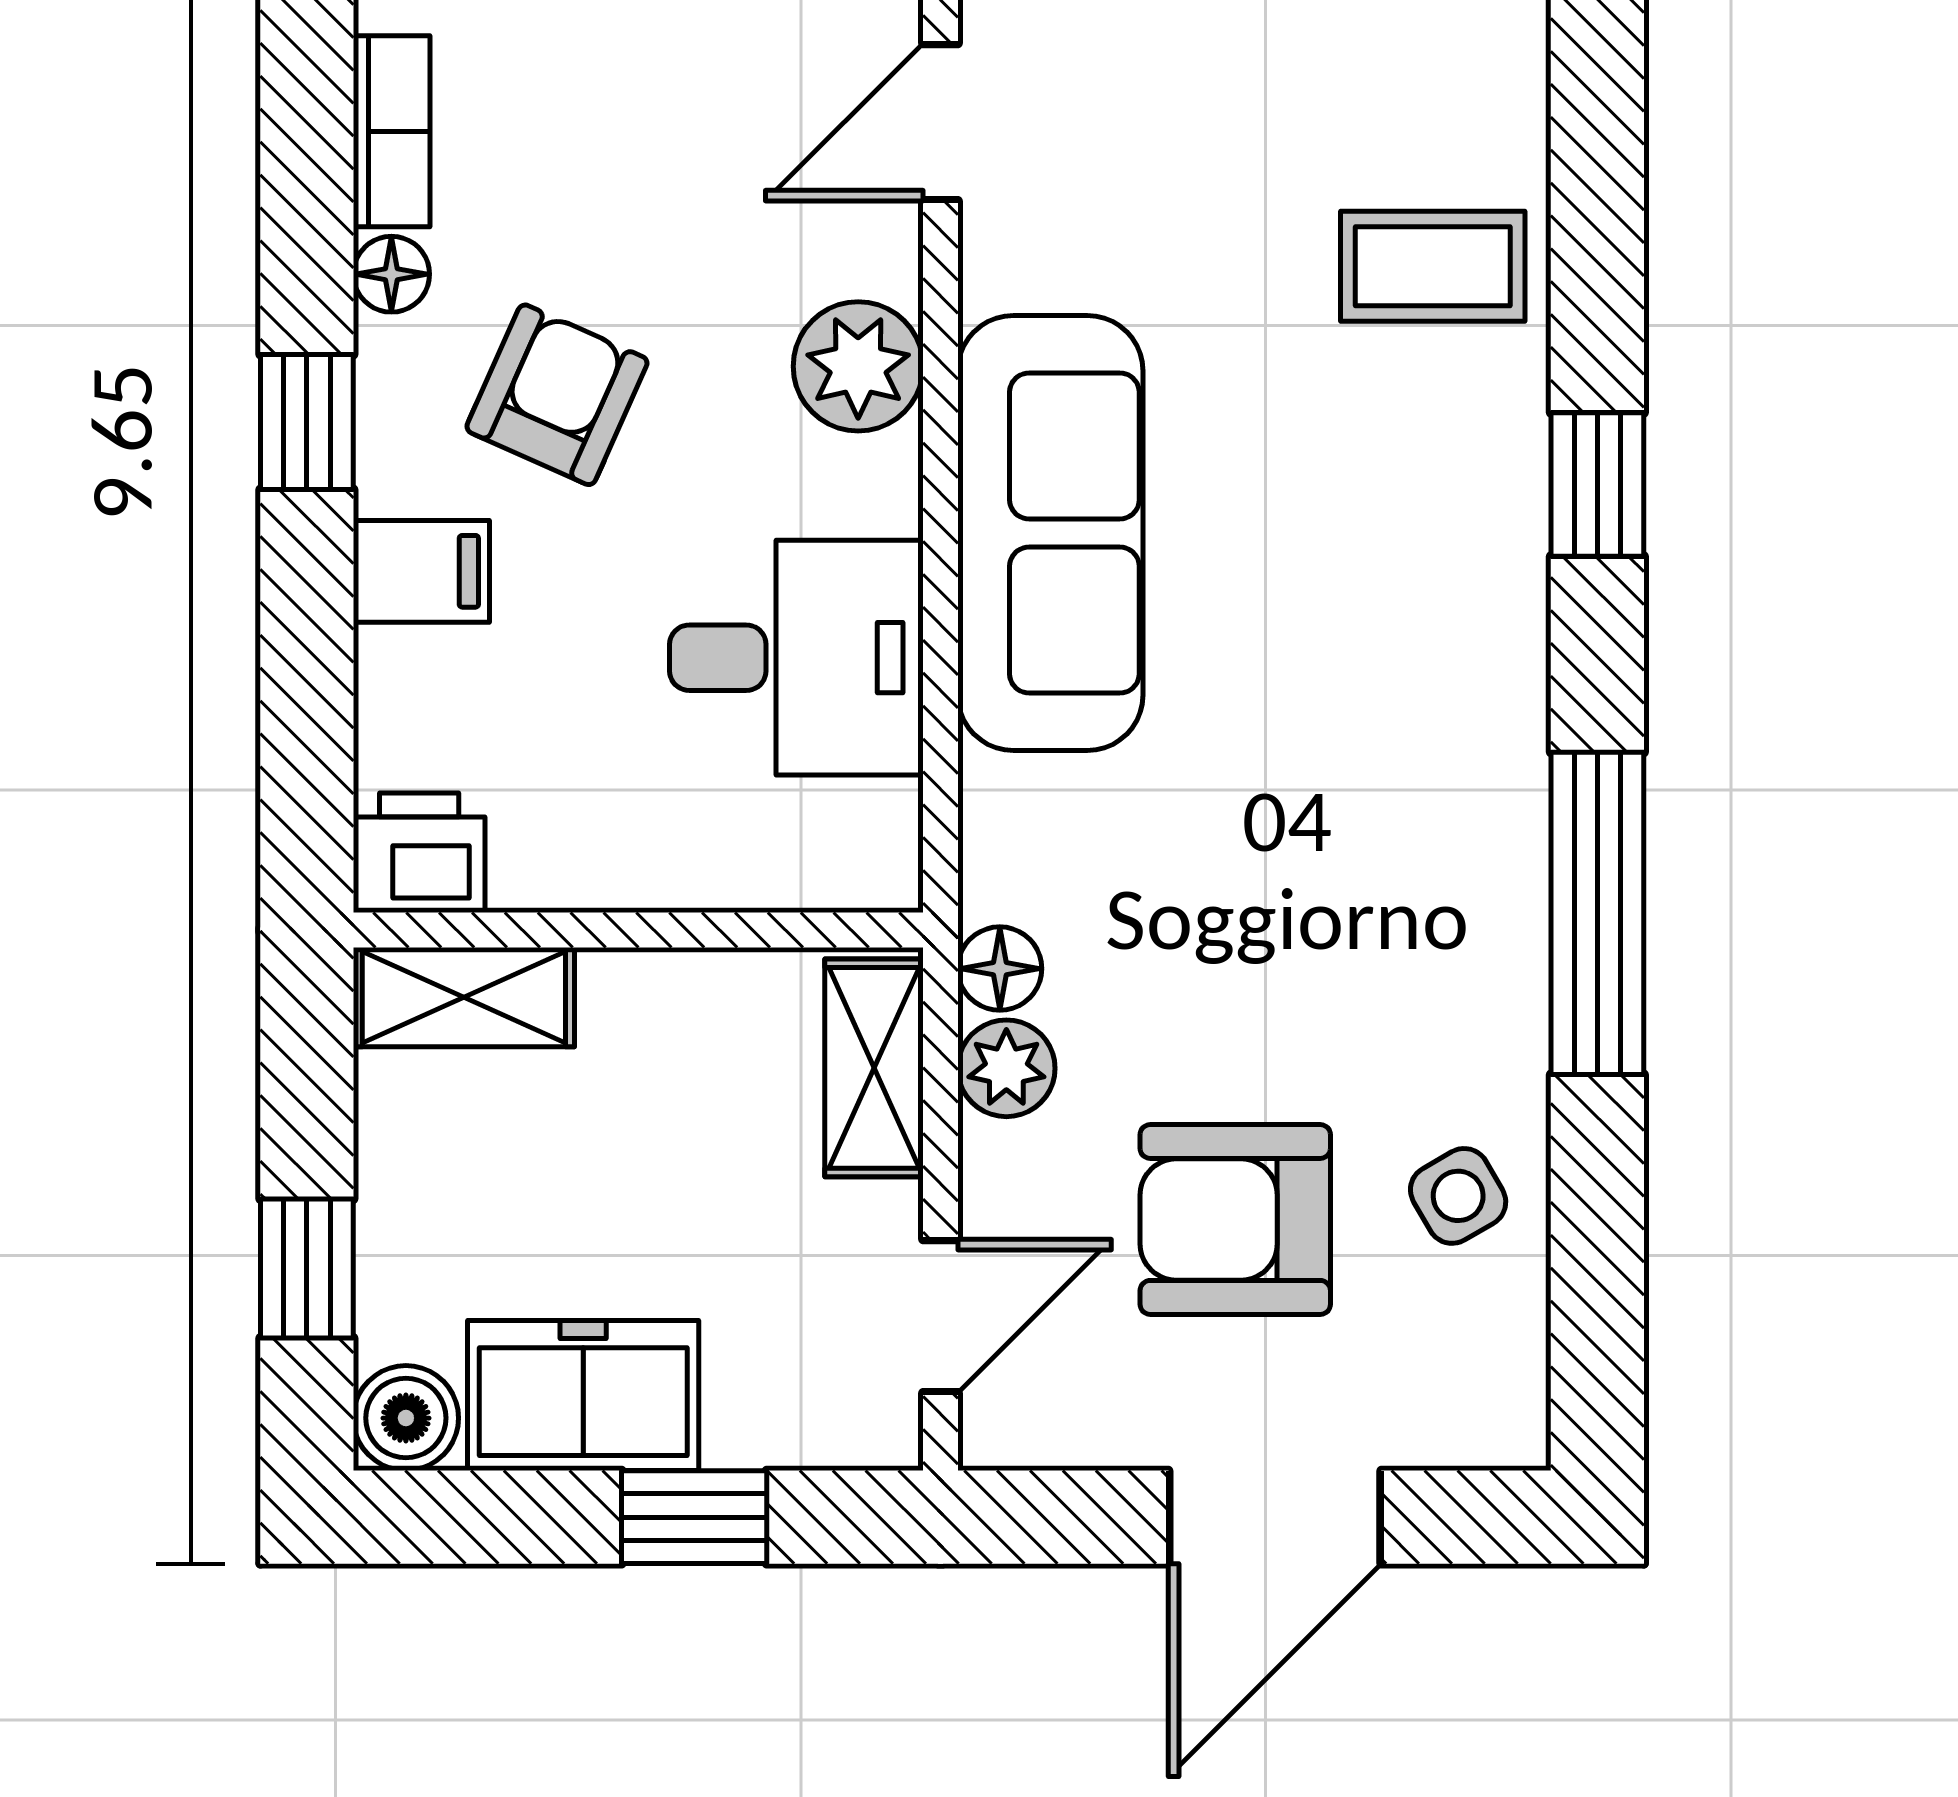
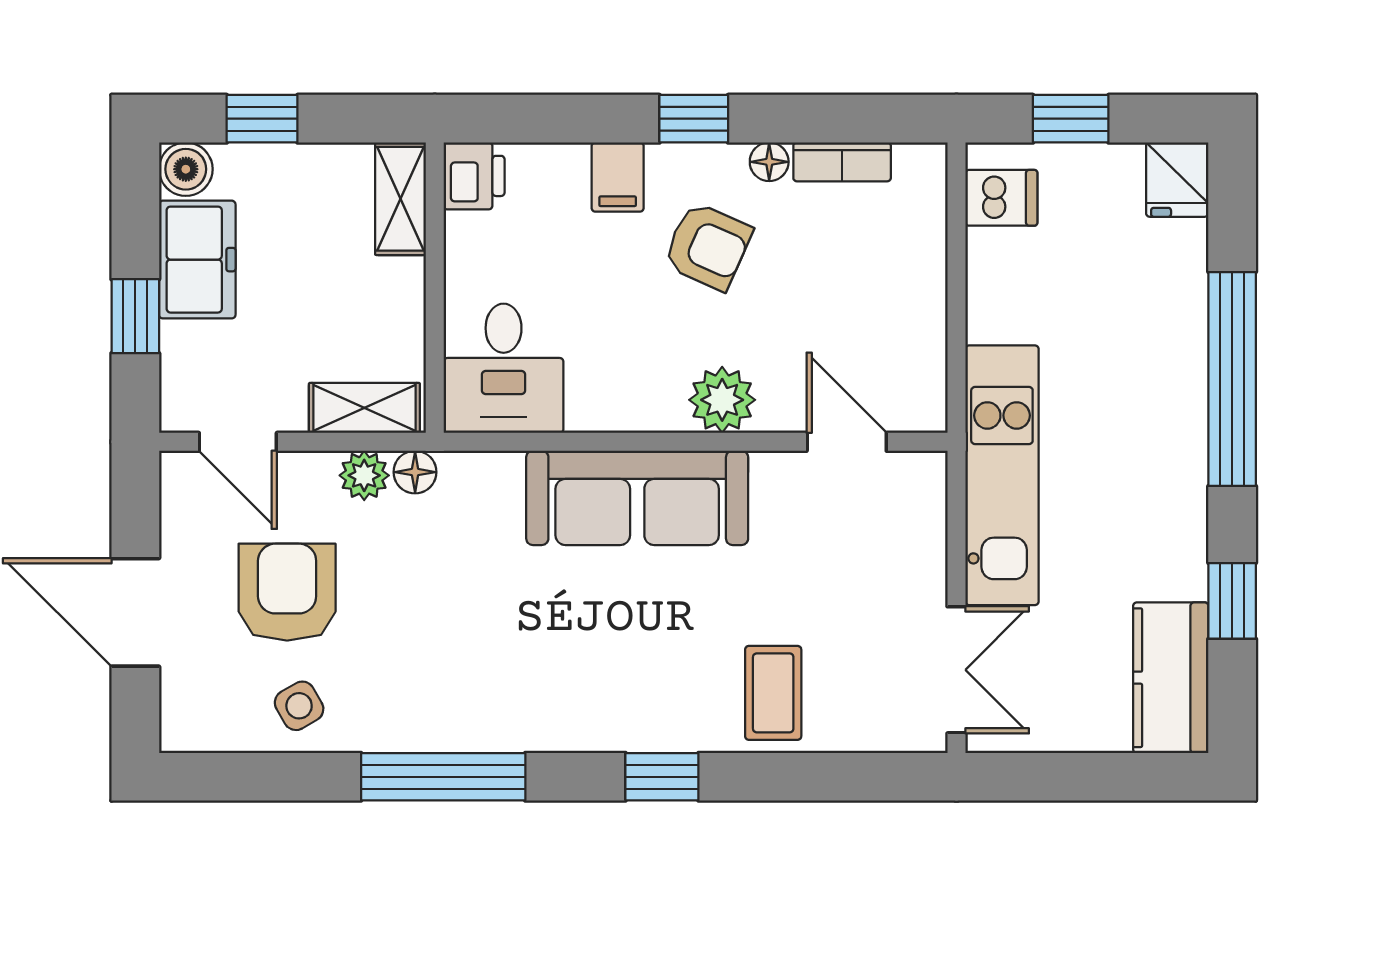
desk: (796, 658) -> (504, 368), moved

